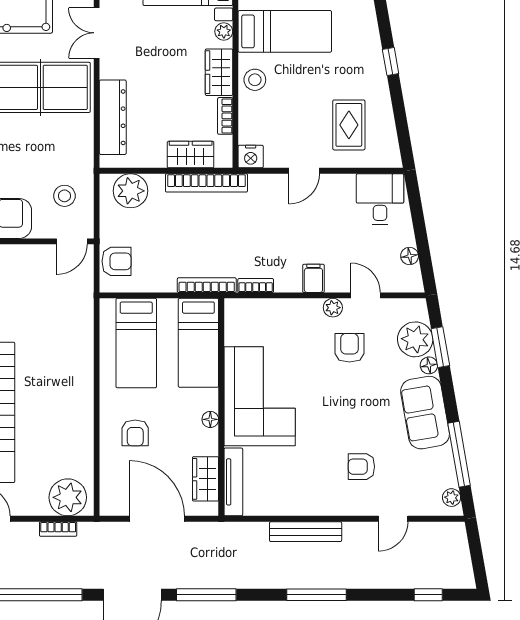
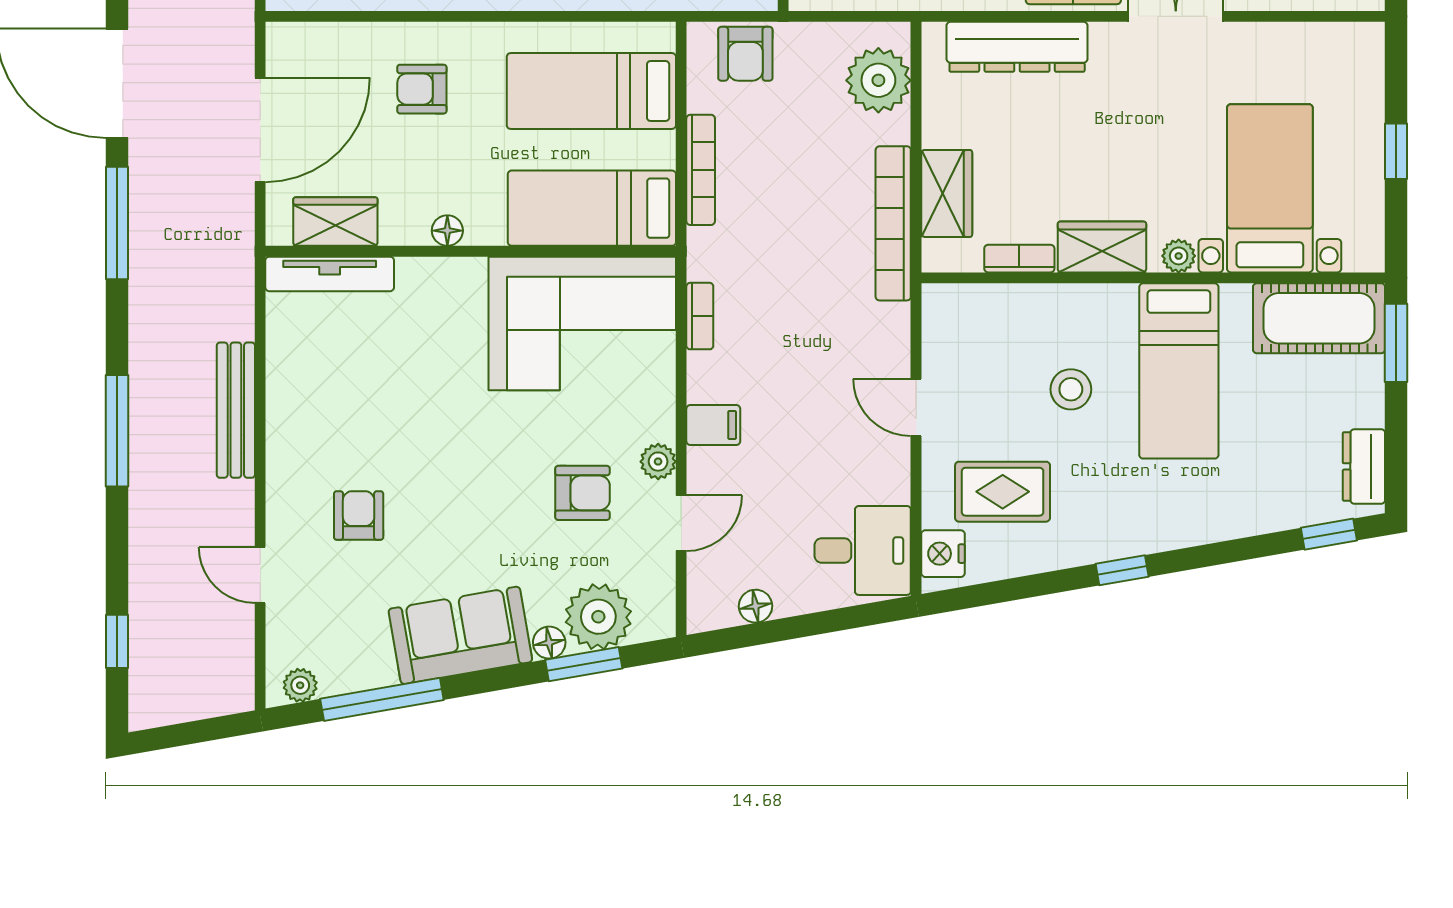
stool: (255, 80) -> (1071, 389), moved
nightstand: (251, 156) -> (943, 554), moved
bookcase: (207, 285) -> (701, 170), moved
corner sofa: (260, 396) -> (582, 323), moved

